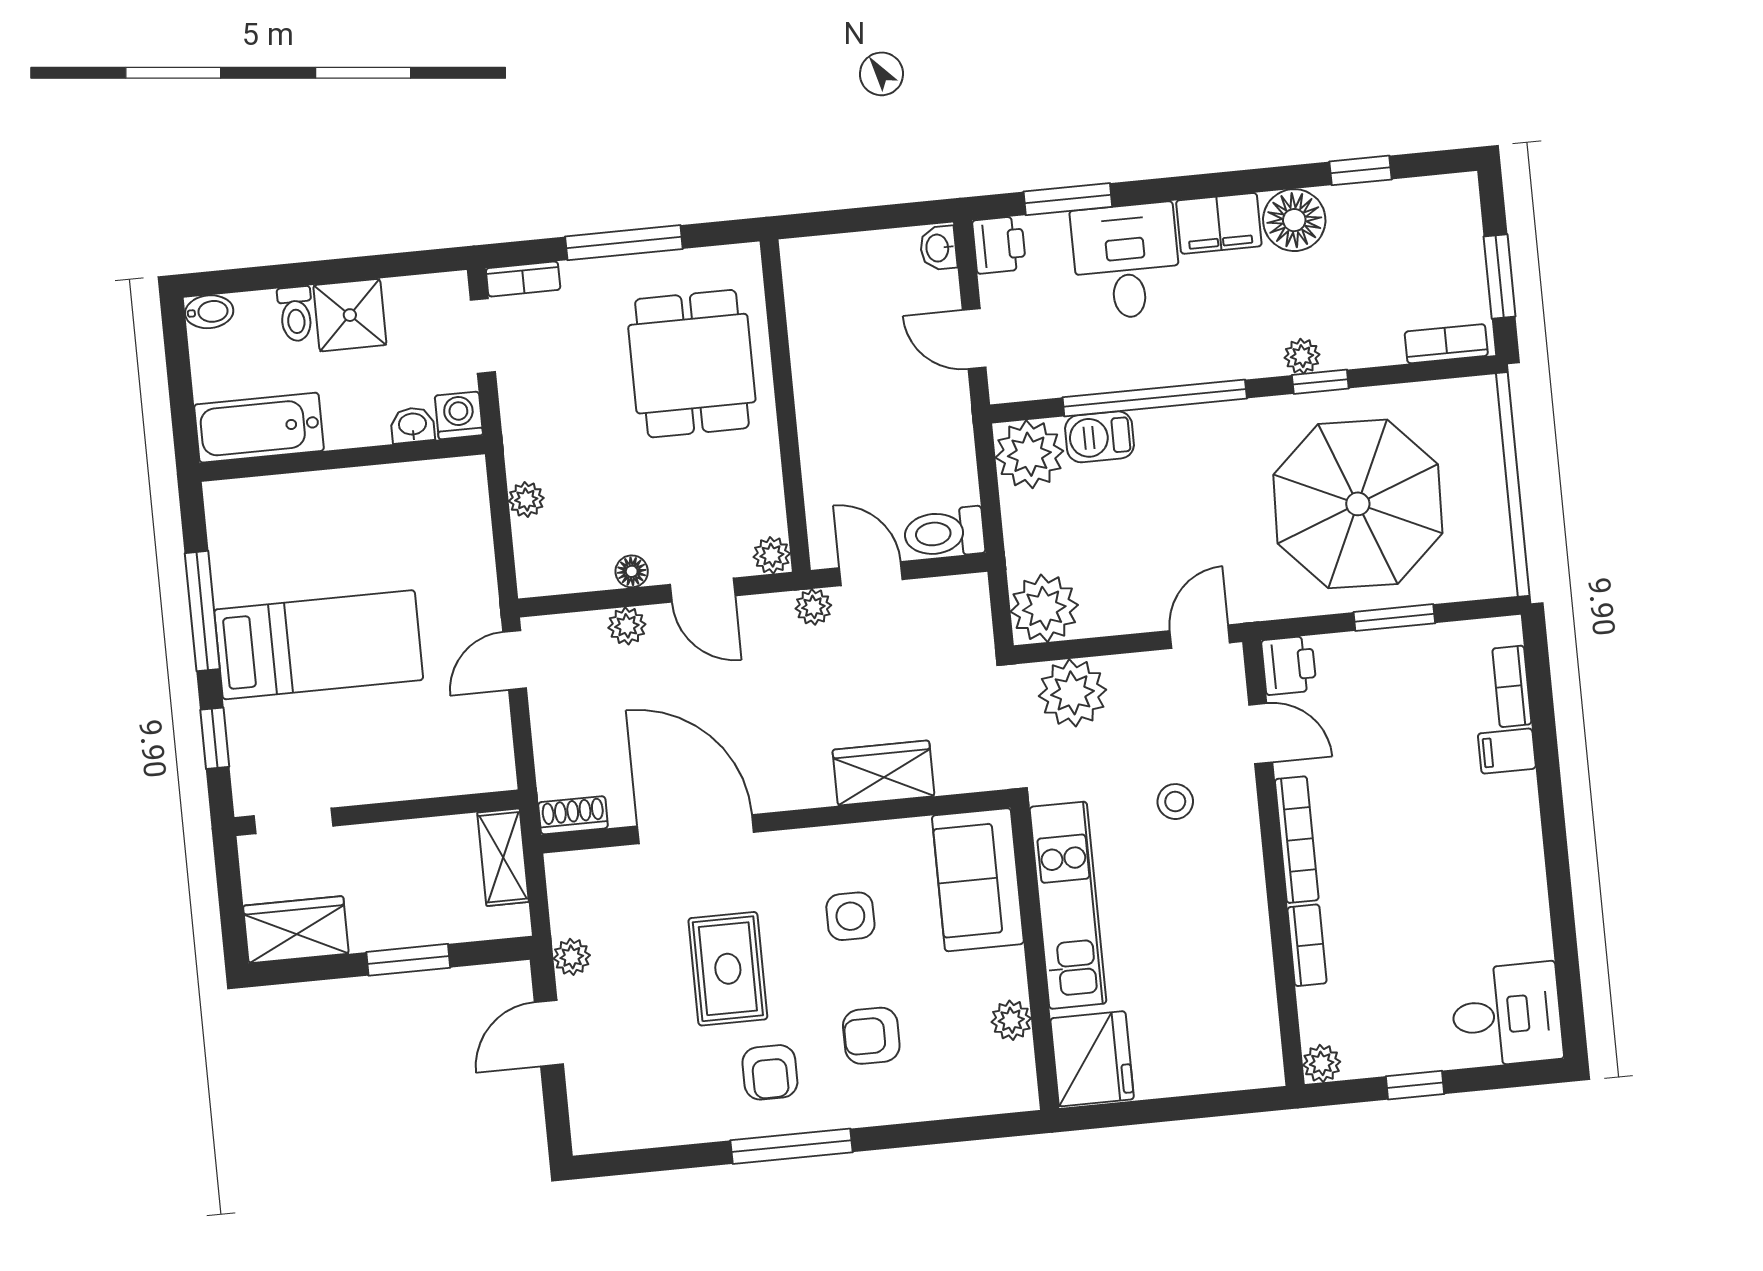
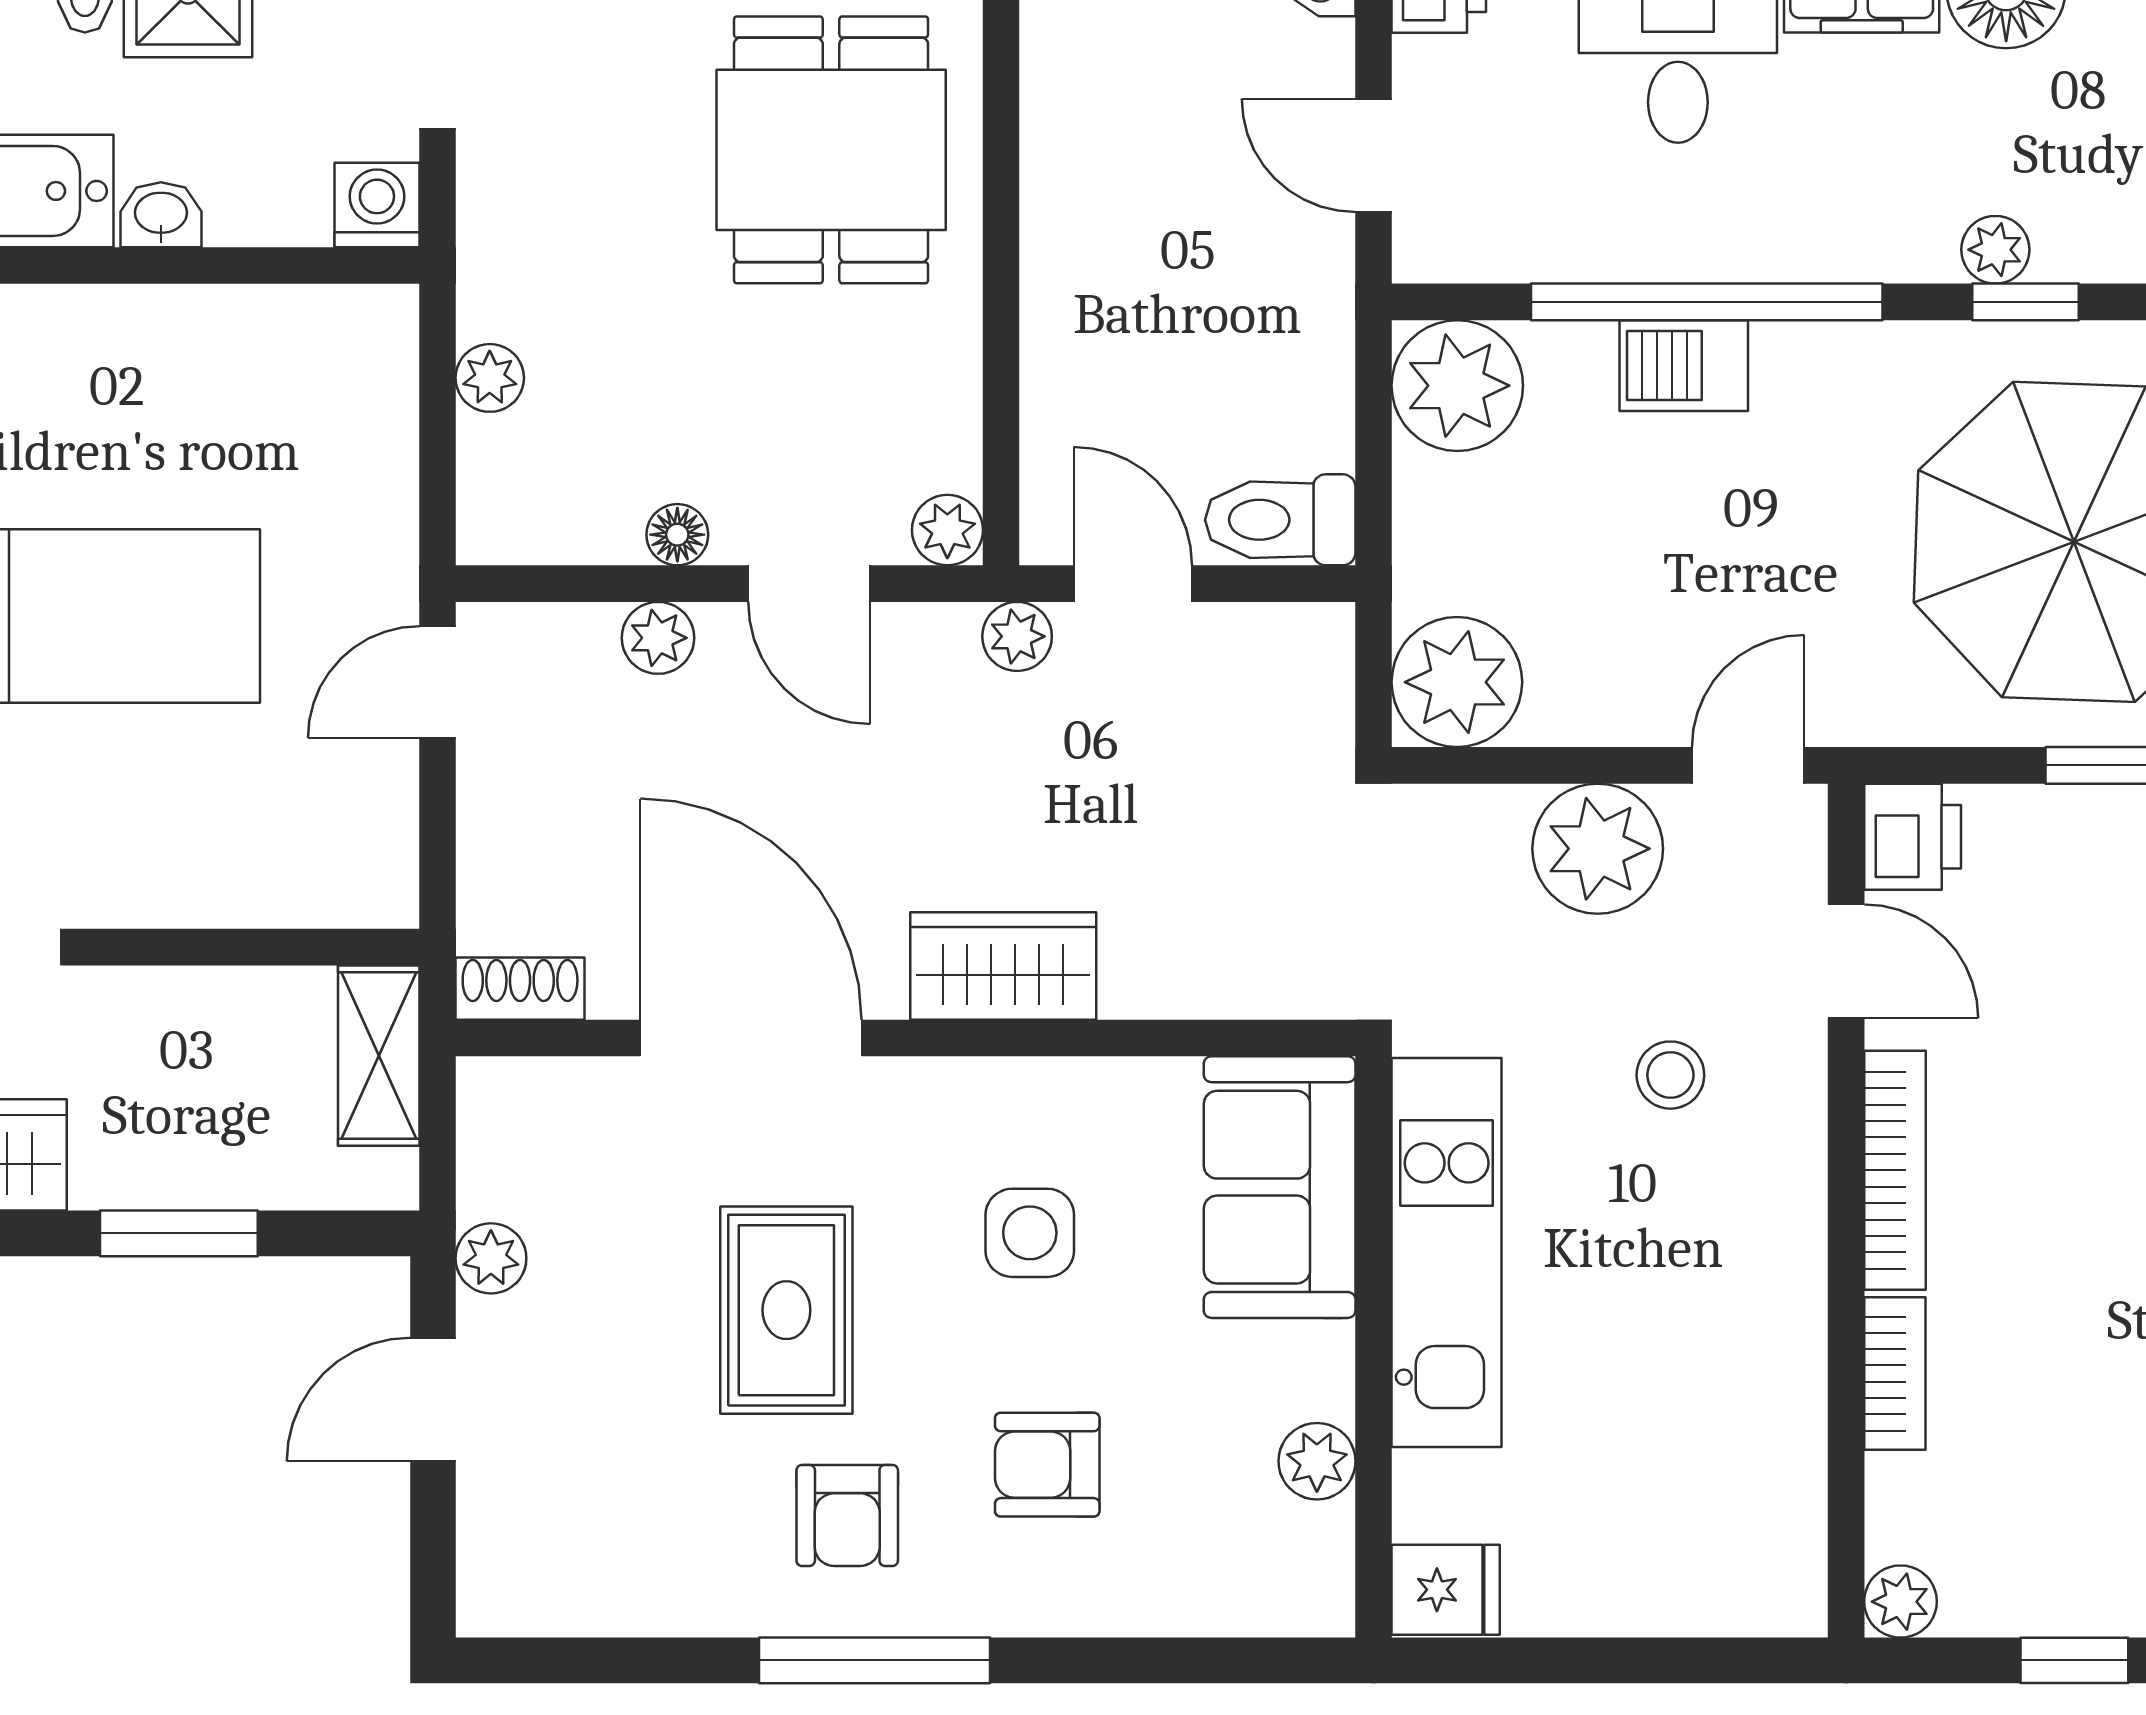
washbasin: (413, 425) -> (161, 215), moved
barbecue: (1100, 437) -> (1684, 366), moved
plant: (1073, 693) -> (1598, 849), moved
wardrobe: (883, 773) -> (1003, 966), moved
fridge: (1092, 1059) -> (1446, 1590), width x0.53, depth x0.75

